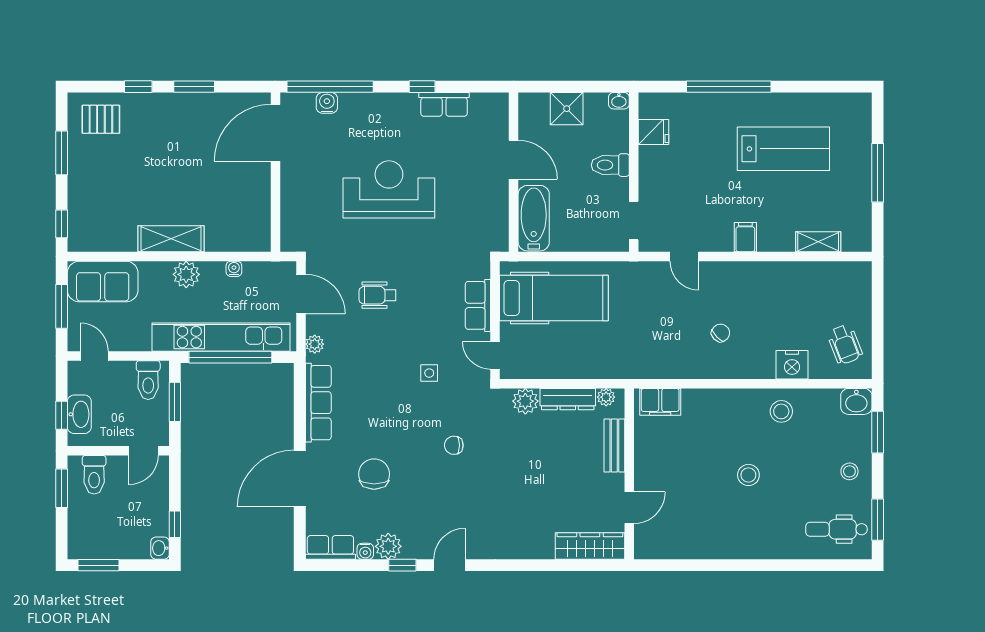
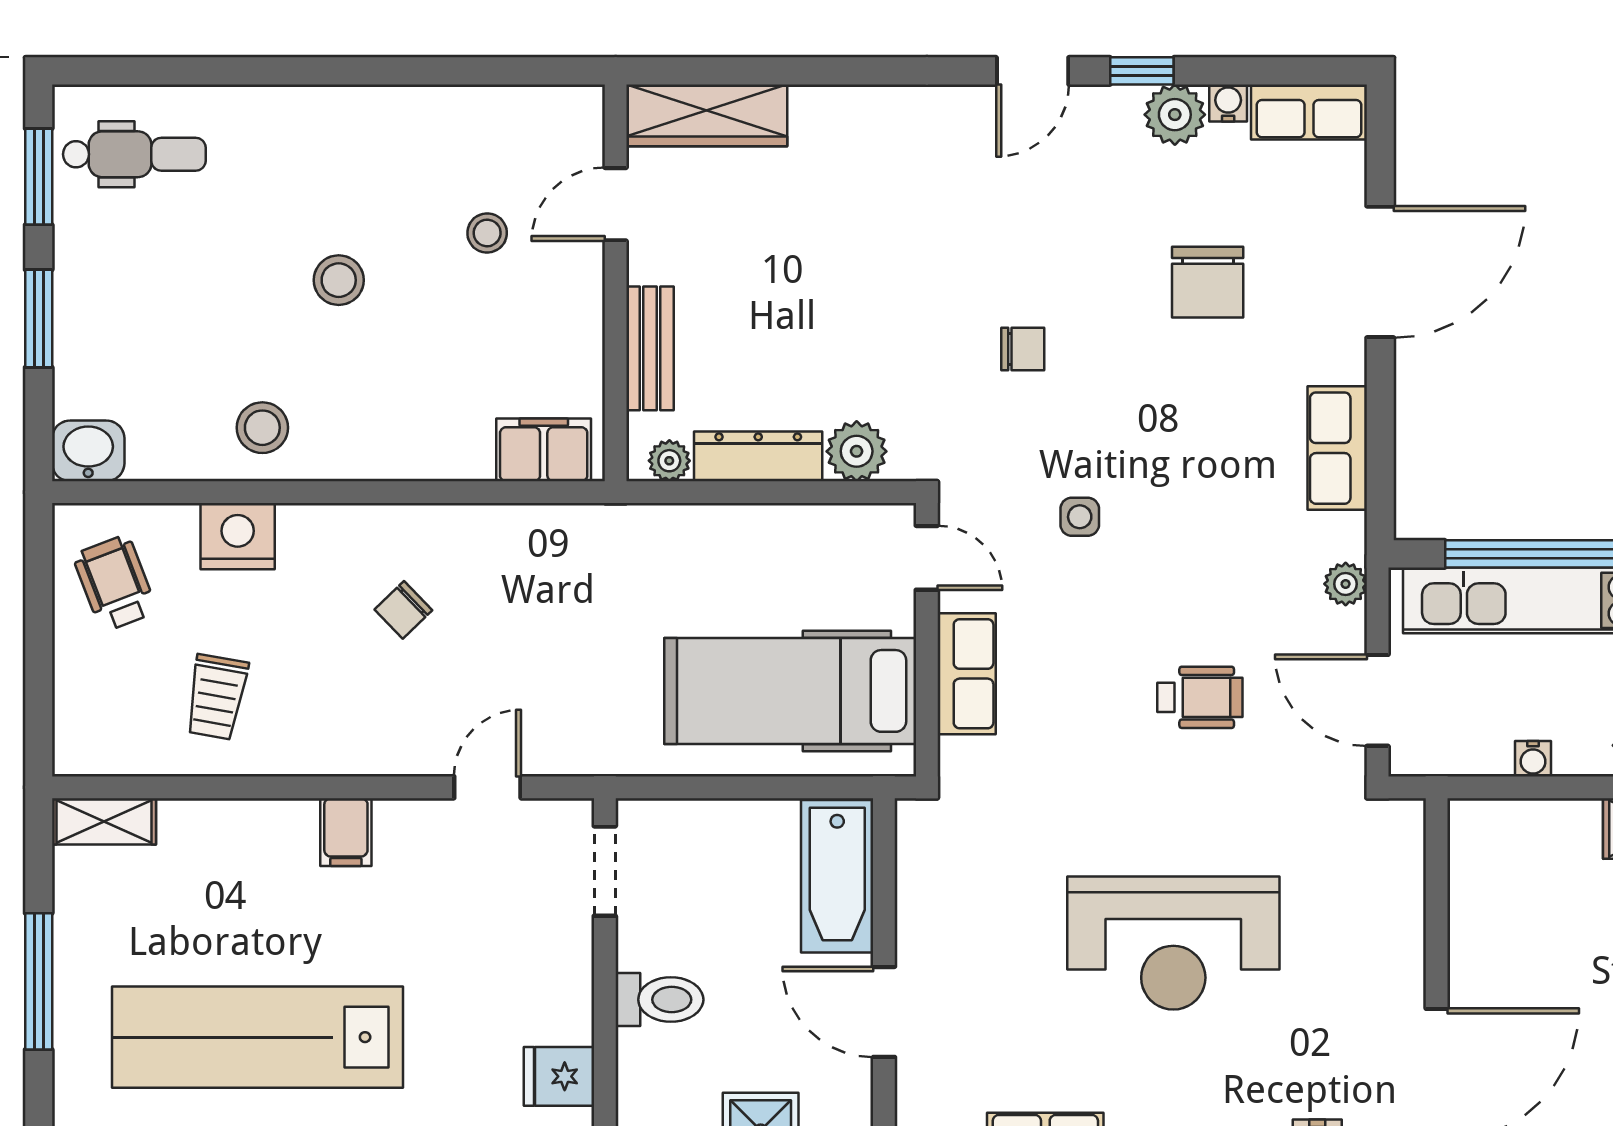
lab bench: (783, 149) -> (257, 1037), width x1.36
shelving: (818, 242) -> (104, 821), moved
door: (684, 256) -> (487, 787), hinge flipped
trolley: (801, 295) -> (216, 697), added
row of seats: (318, 403) -> (1337, 448), width x0.68
window: (878, 432) -> (39, 318), moved
stool: (849, 471) -> (487, 233), moved

